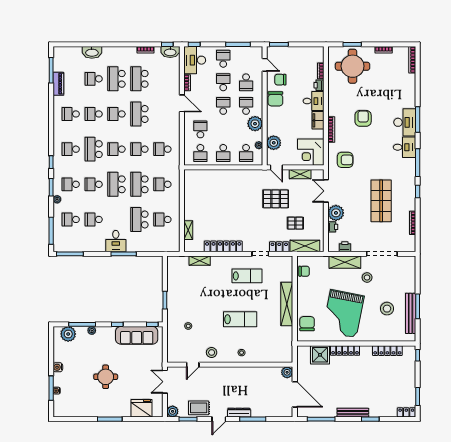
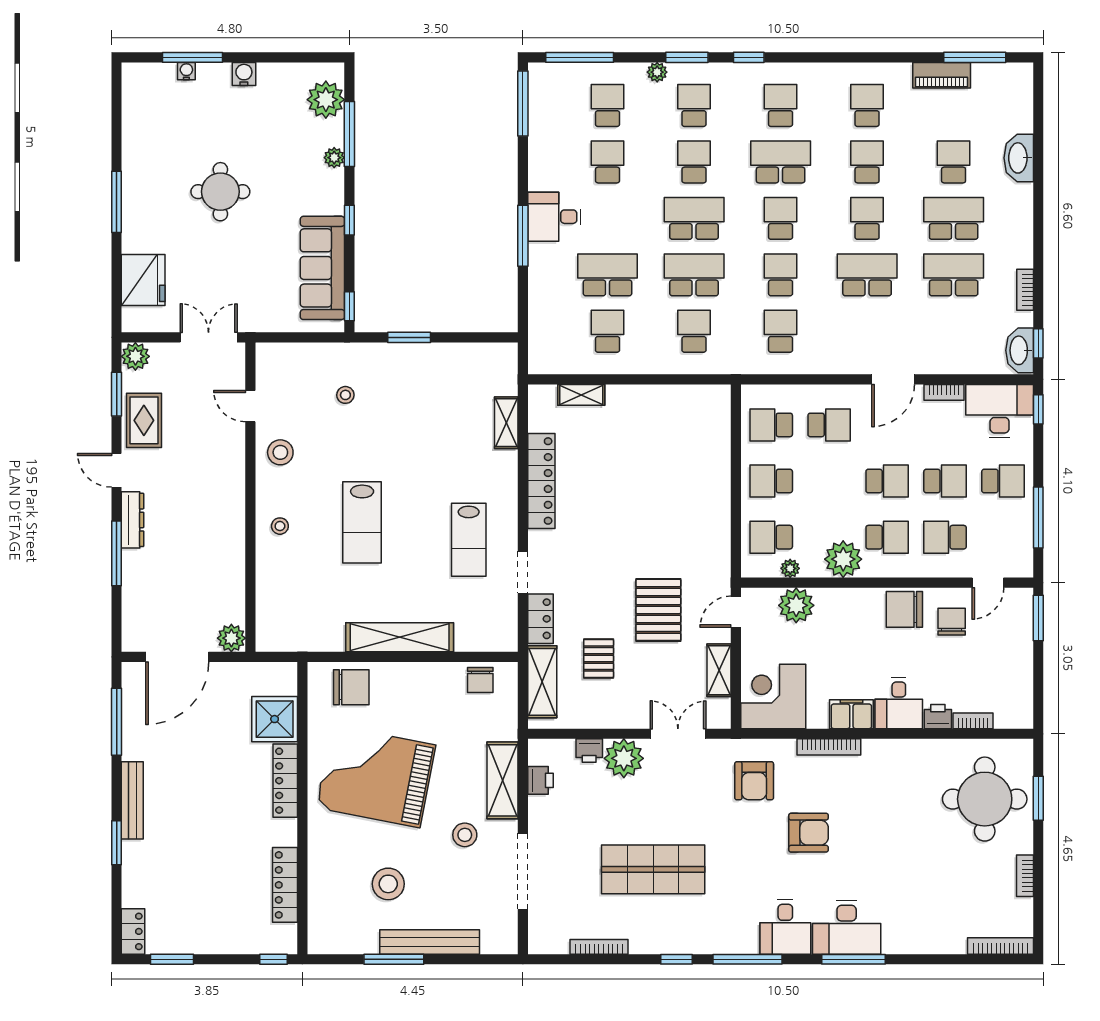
armchair: (363, 118) -> (809, 833), moved
bench: (411, 313) -> (430, 942), moved

